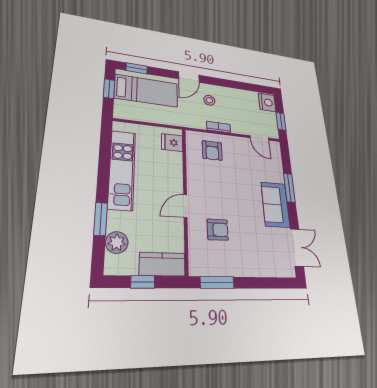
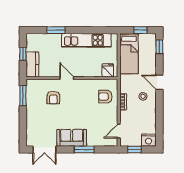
bed: (146, 91) -> (129, 54), moved
plant: (117, 242) -> (44, 39), removed

